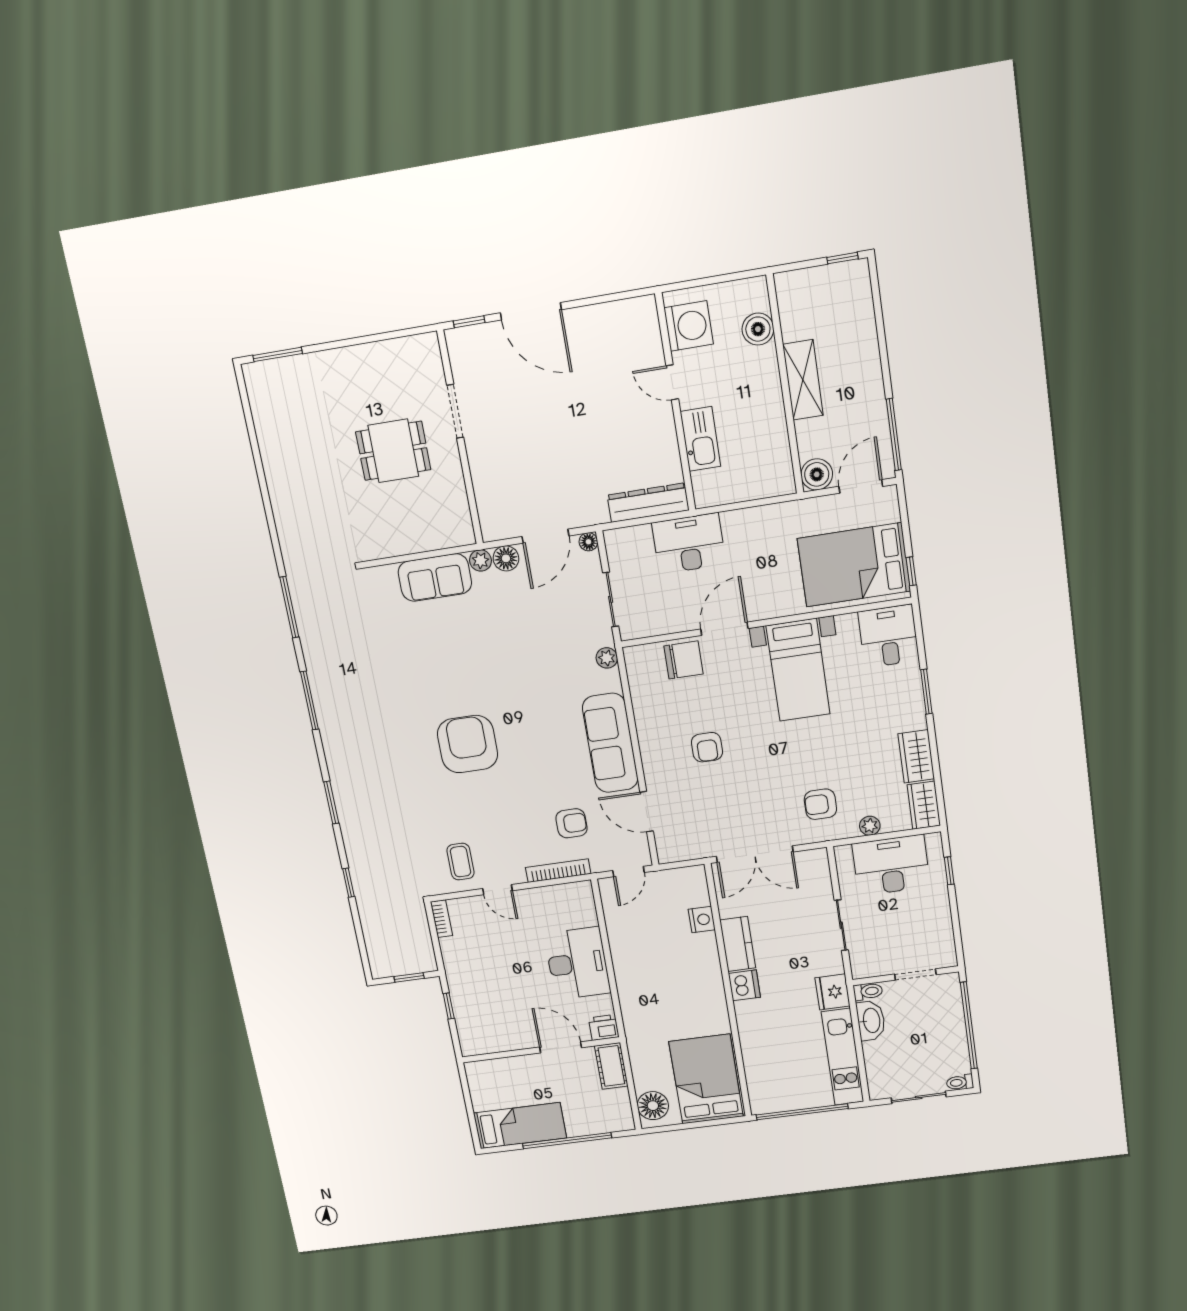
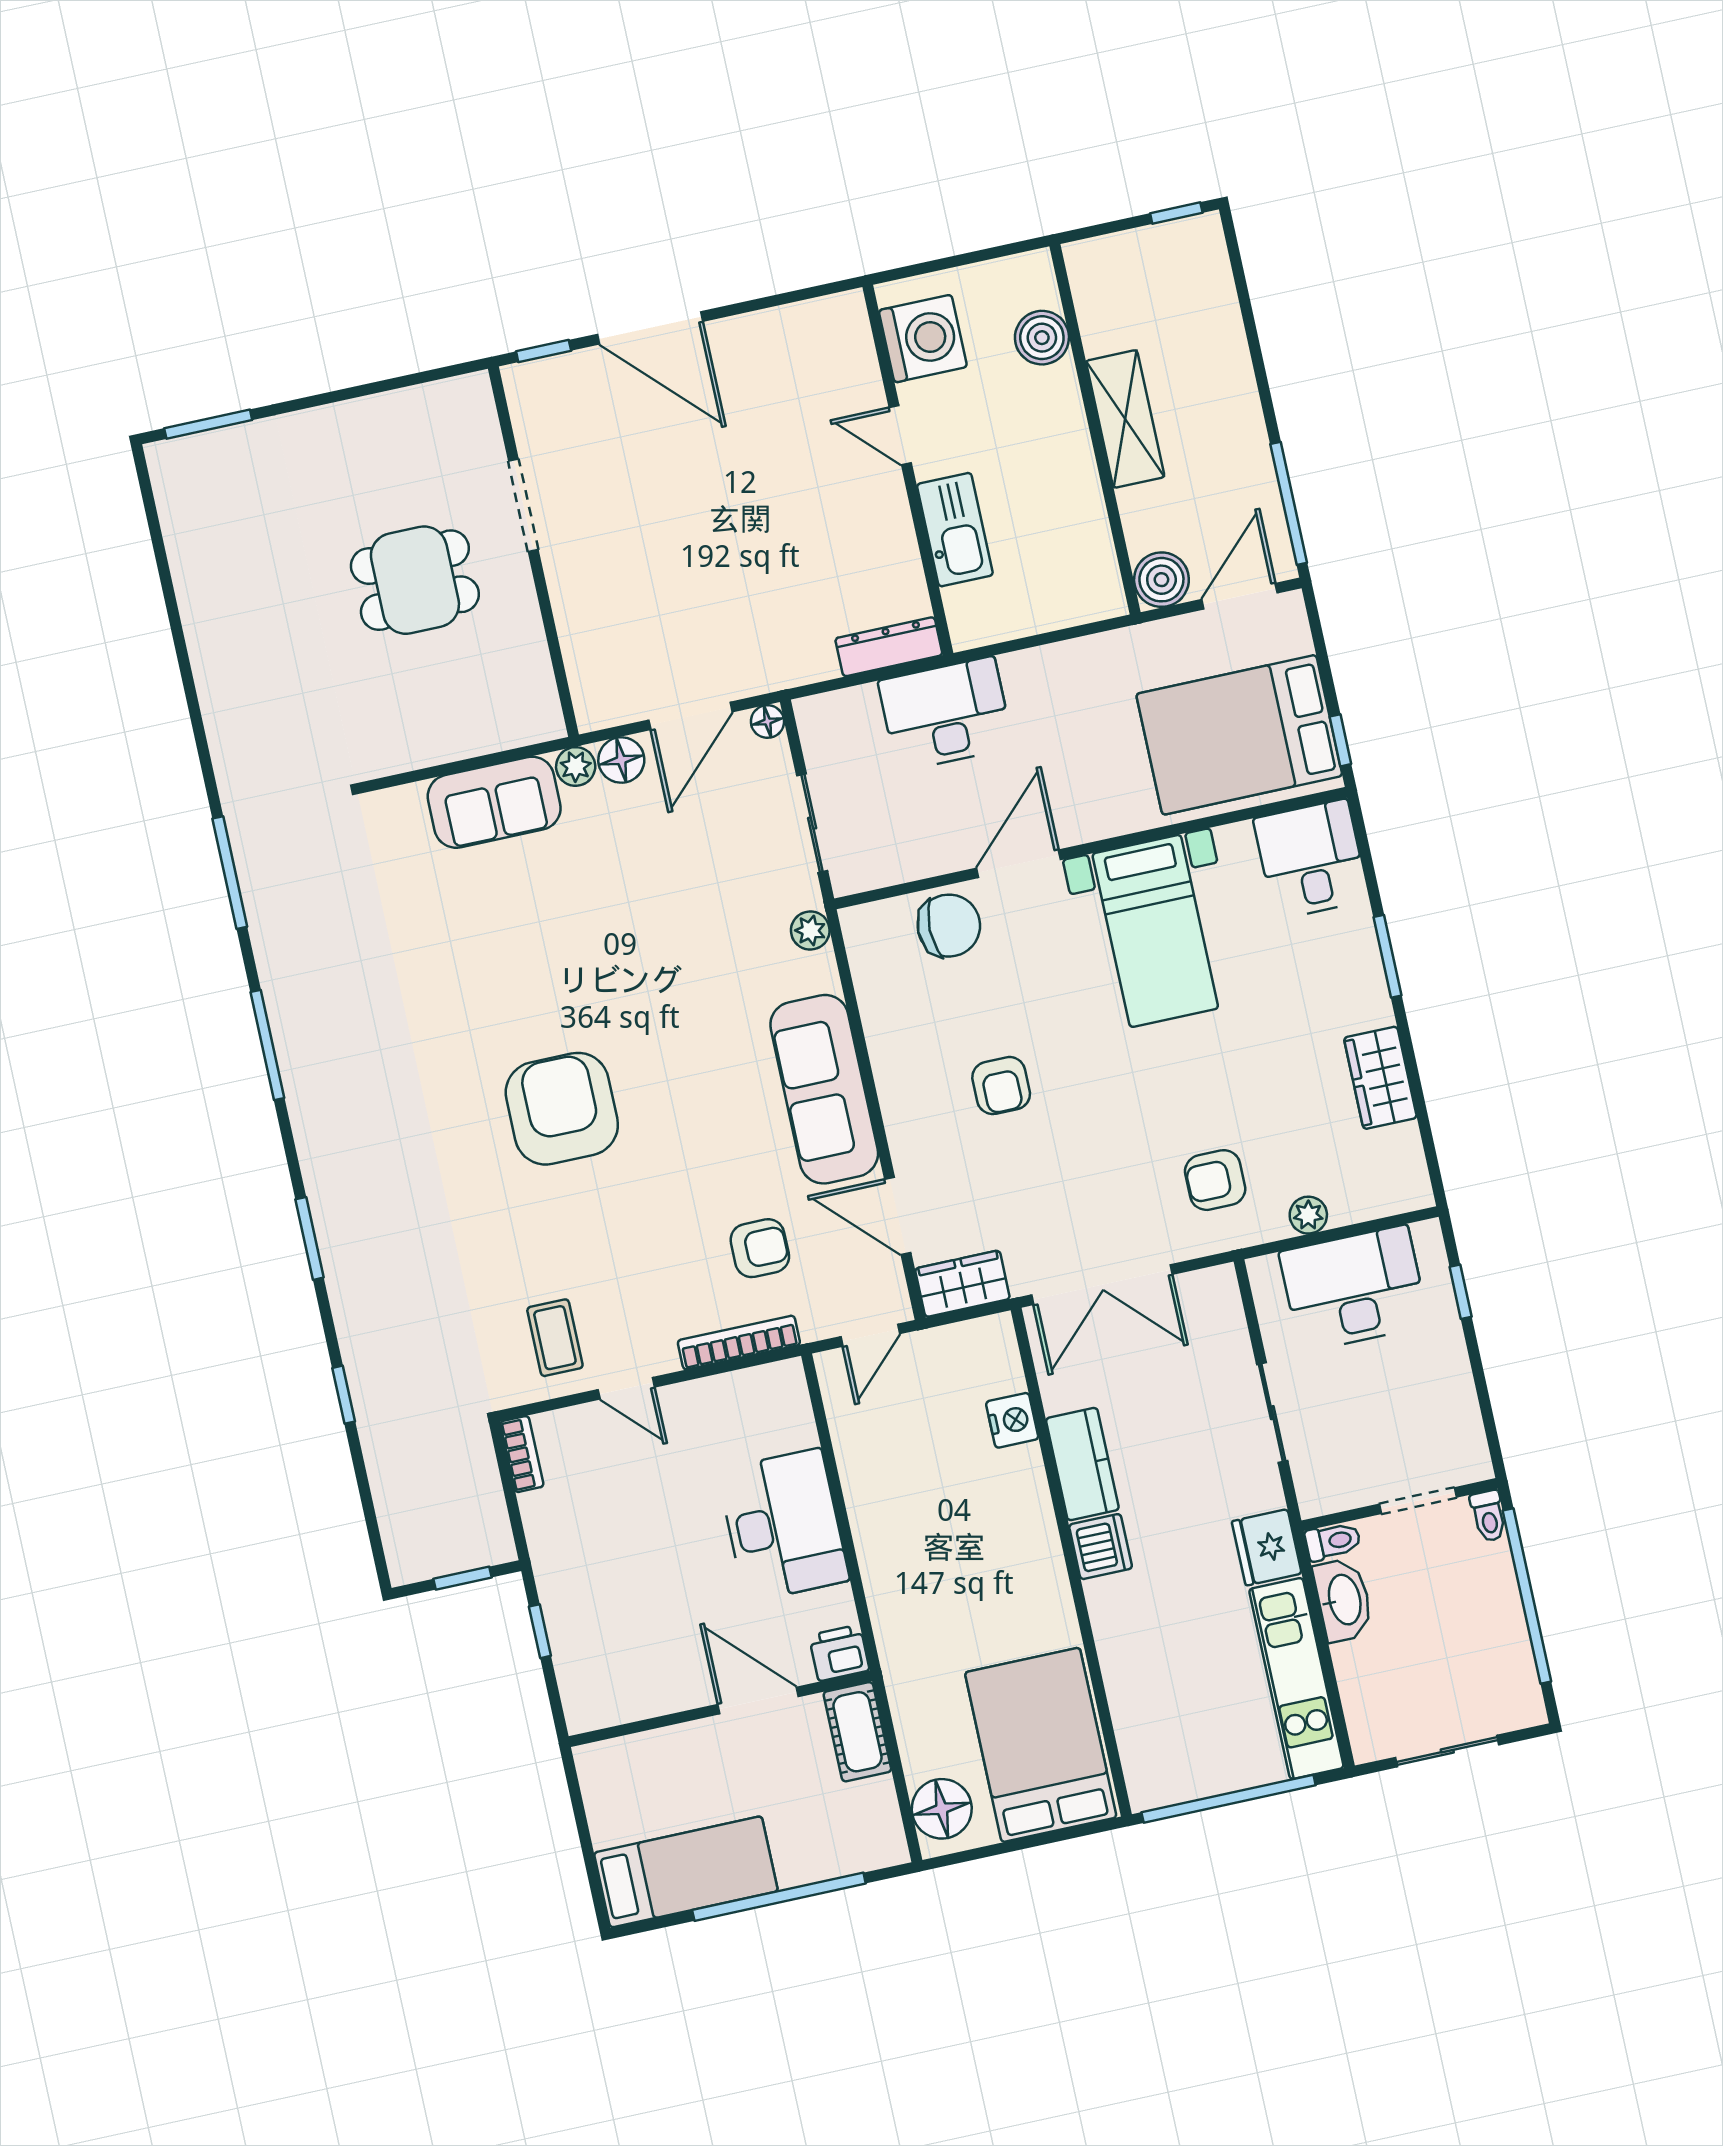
dresser: (648, 503) -> (889, 647), width x0.73, depth x0.80
wardrobe: (924, 805) -> (962, 1284), moved, turned 90
toilet: (960, 1082) -> (1488, 1516), moved, turned -90

